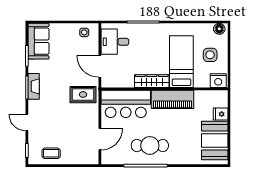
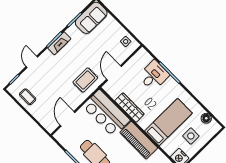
floor lamp: (219, 29) -> (206, 118), moved
desk: (115, 42) -> (154, 76), moved, turned 90
wardrobe: (152, 81) -> (129, 107), moved
rug: (83, 95) -> (85, 80), turned 90
door: (100, 139) -> (68, 119), swing flipped

